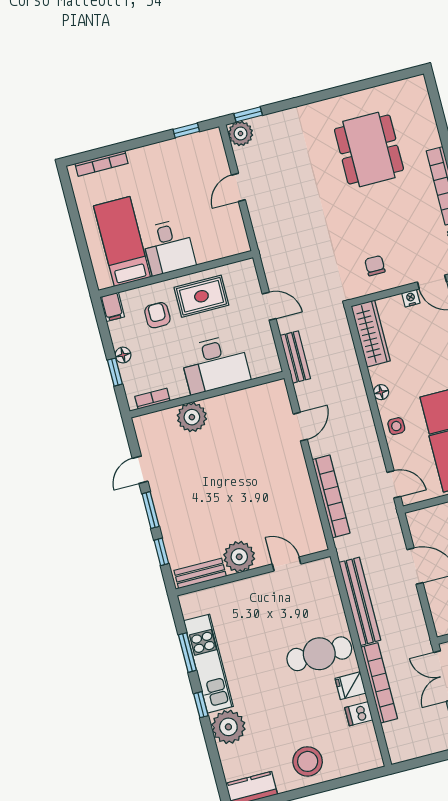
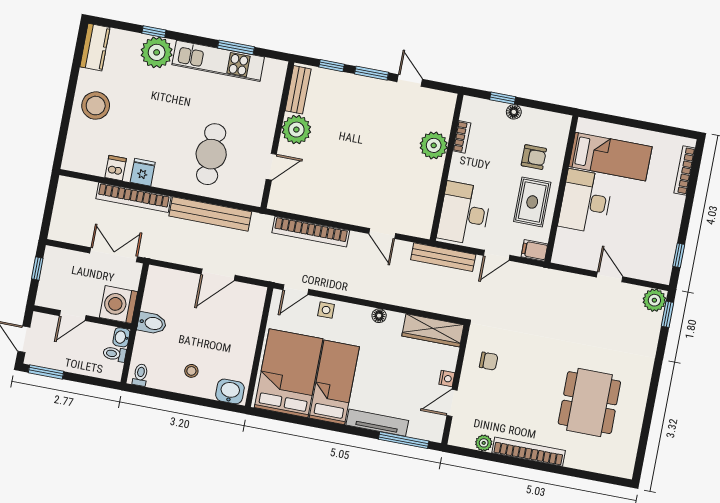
dining table: (369, 149) -> (589, 403), turned 90
desk: (168, 247) -> (586, 201), width x1.37
filing cabinet: (112, 307) -> (534, 250), moved
bench: (295, 357) -> (443, 257), width x1.36
desk: (215, 364) -> (464, 214), moved
bookcase: (152, 399) -> (462, 137), moved
side table: (396, 426) -> (326, 310), moved
cafe table: (319, 654) -> (211, 154), moved
window: (201, 705) -> (154, 32), moved

